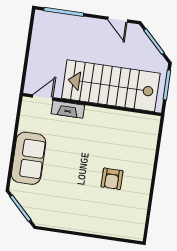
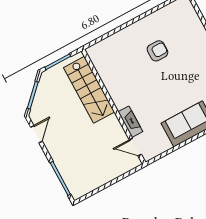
stairs: (111, 86) -> (89, 90), width x0.73, depth x0.66

